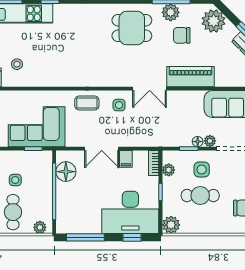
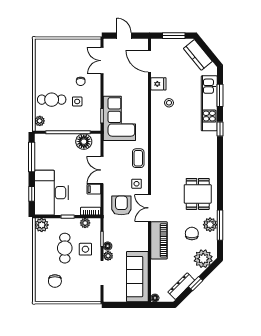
armchair: (146, 124) -> (121, 205), added

